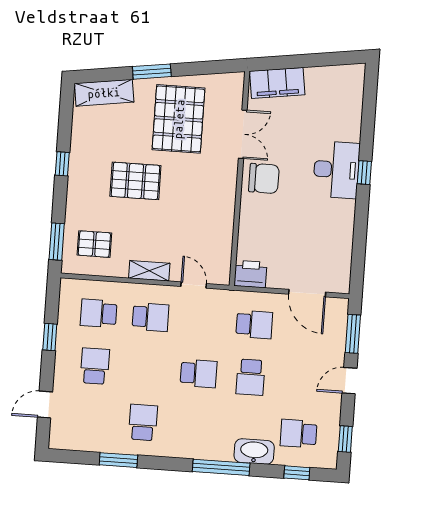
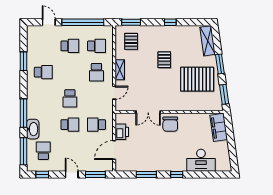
window: (212, 67) -> (224, 94), added
double door: (243, 134) -> (148, 112), moved
desk: (336, 170) -> (201, 160), moved
pallet: (135, 181) -> (164, 60), width x0.67, depth x0.71
window: (360, 233) -> (146, 174), added
printer: (250, 274) -> (122, 132), moved
school desk: (99, 313) -> (96, 46), turned 90
school desk: (254, 325) -> (96, 125), turned 90
window: (50, 337) -> (83, 22), width x3.17
school desk: (250, 377) -> (70, 125), turned 180
window: (297, 473) -> (24, 151), width x2.17

